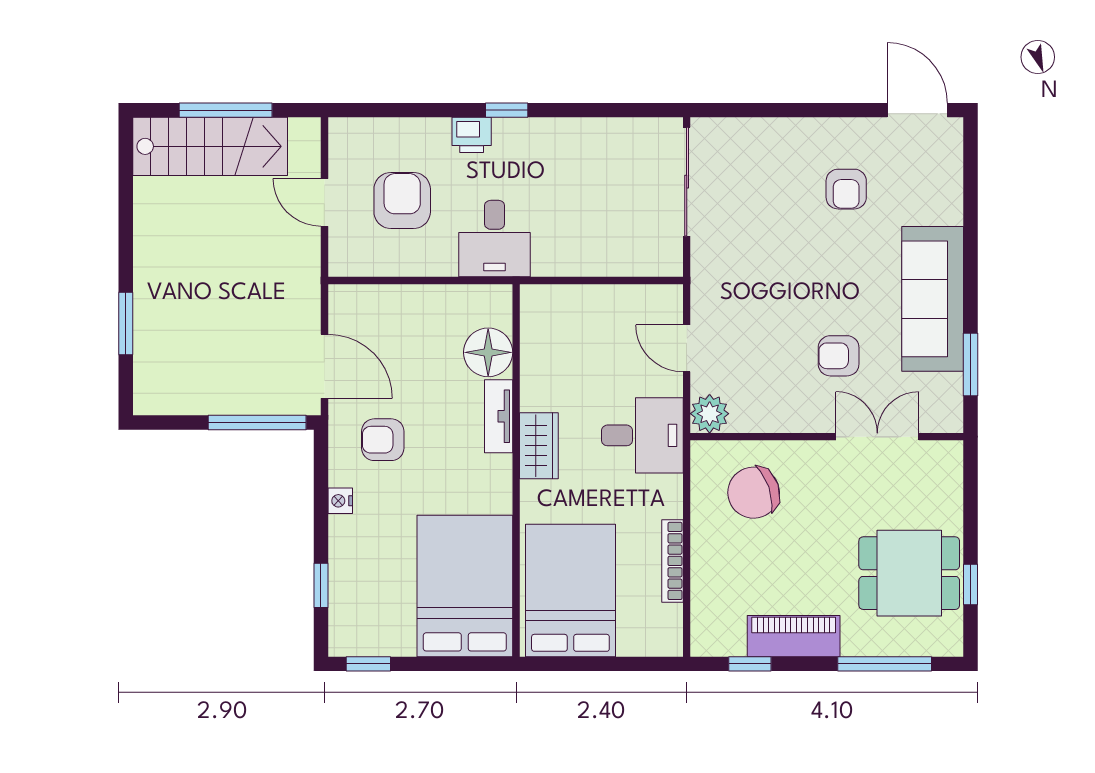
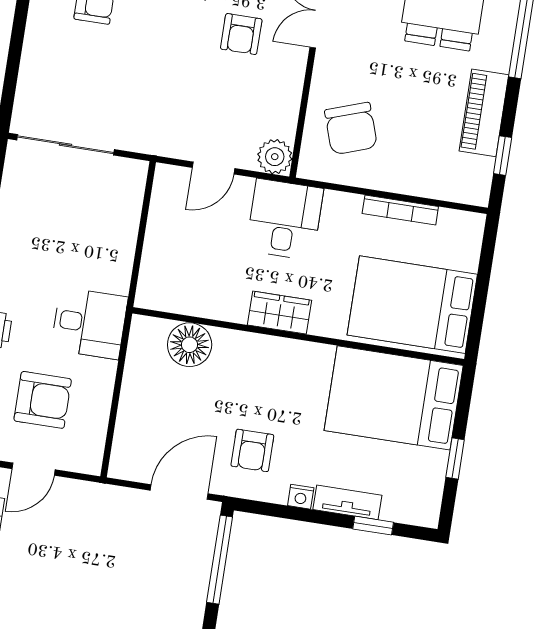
armchair: (402, 200) -> (43, 400), turned 180
tv unit: (499, 416) -> (347, 502), moved, turned 180
window: (368, 664) -> (455, 458), moved

